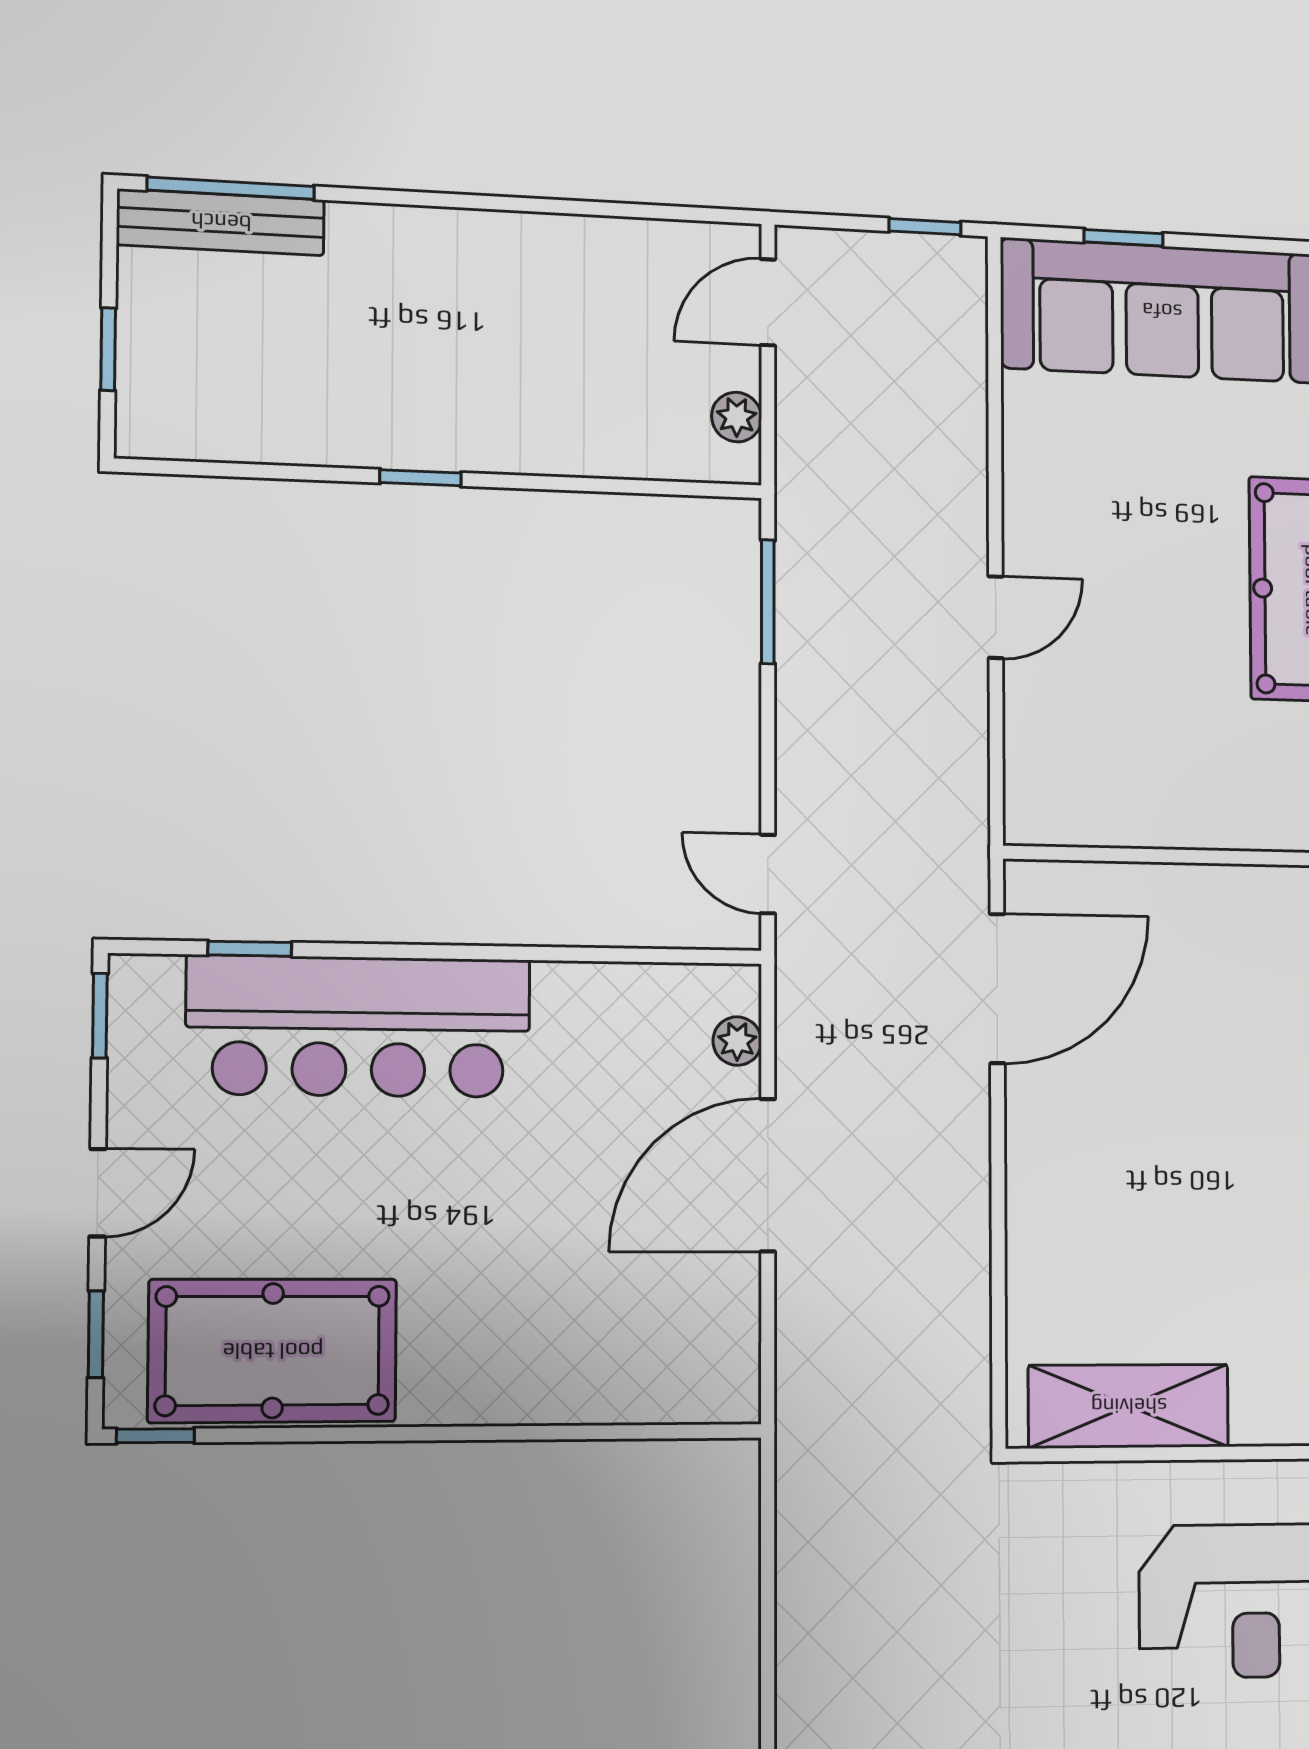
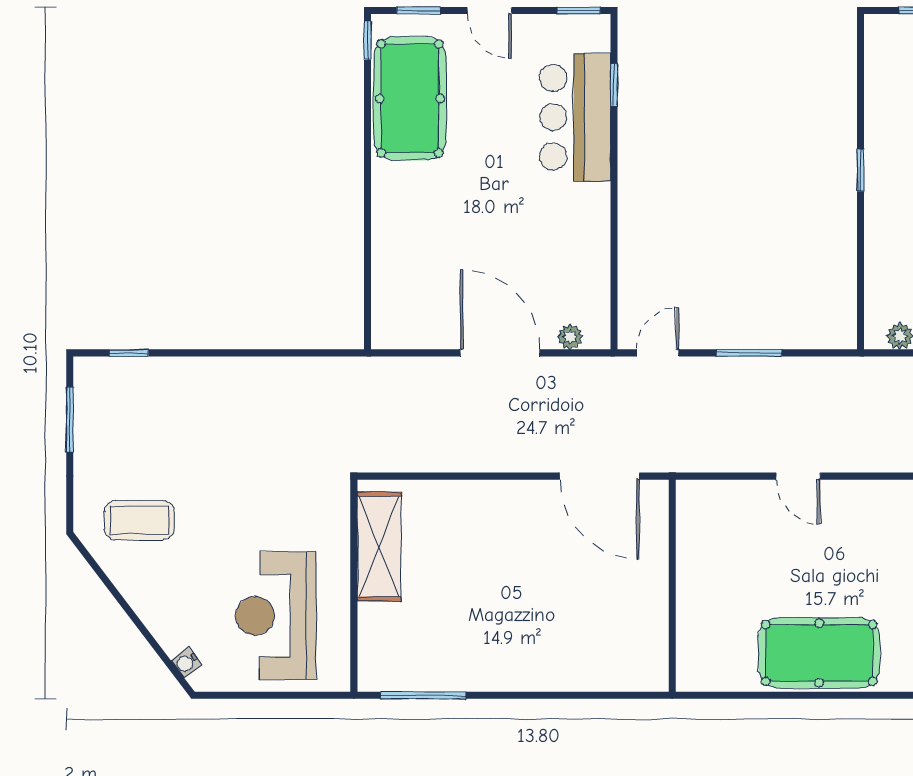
window: (768, 602) -> (749, 353), moved
bar counter: (359, 1026) -> (575, 117), width x0.73

